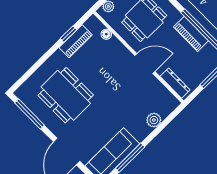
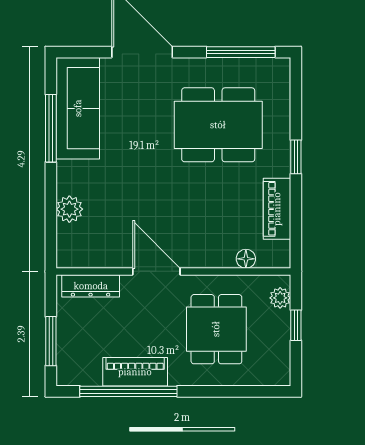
window: (68, 34) -> (296, 157), moved
door: (145, 64) -> (156, 271), swing flipped

